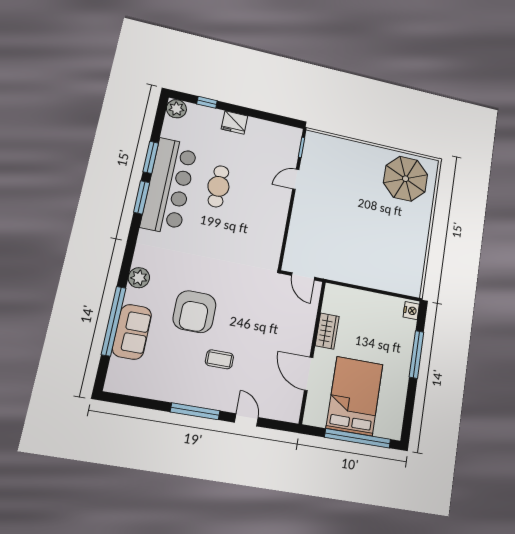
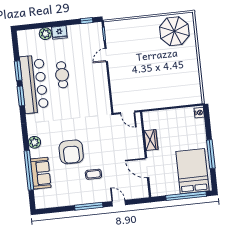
window: (207, 102) -> (87, 21), moved
plant: (176, 109) -> (45, 34), moved
window: (416, 355) -> (211, 154), moved
bed: (355, 396) -> (192, 171), moved

